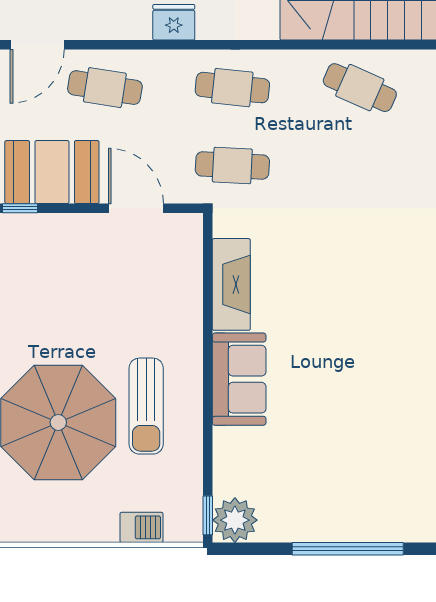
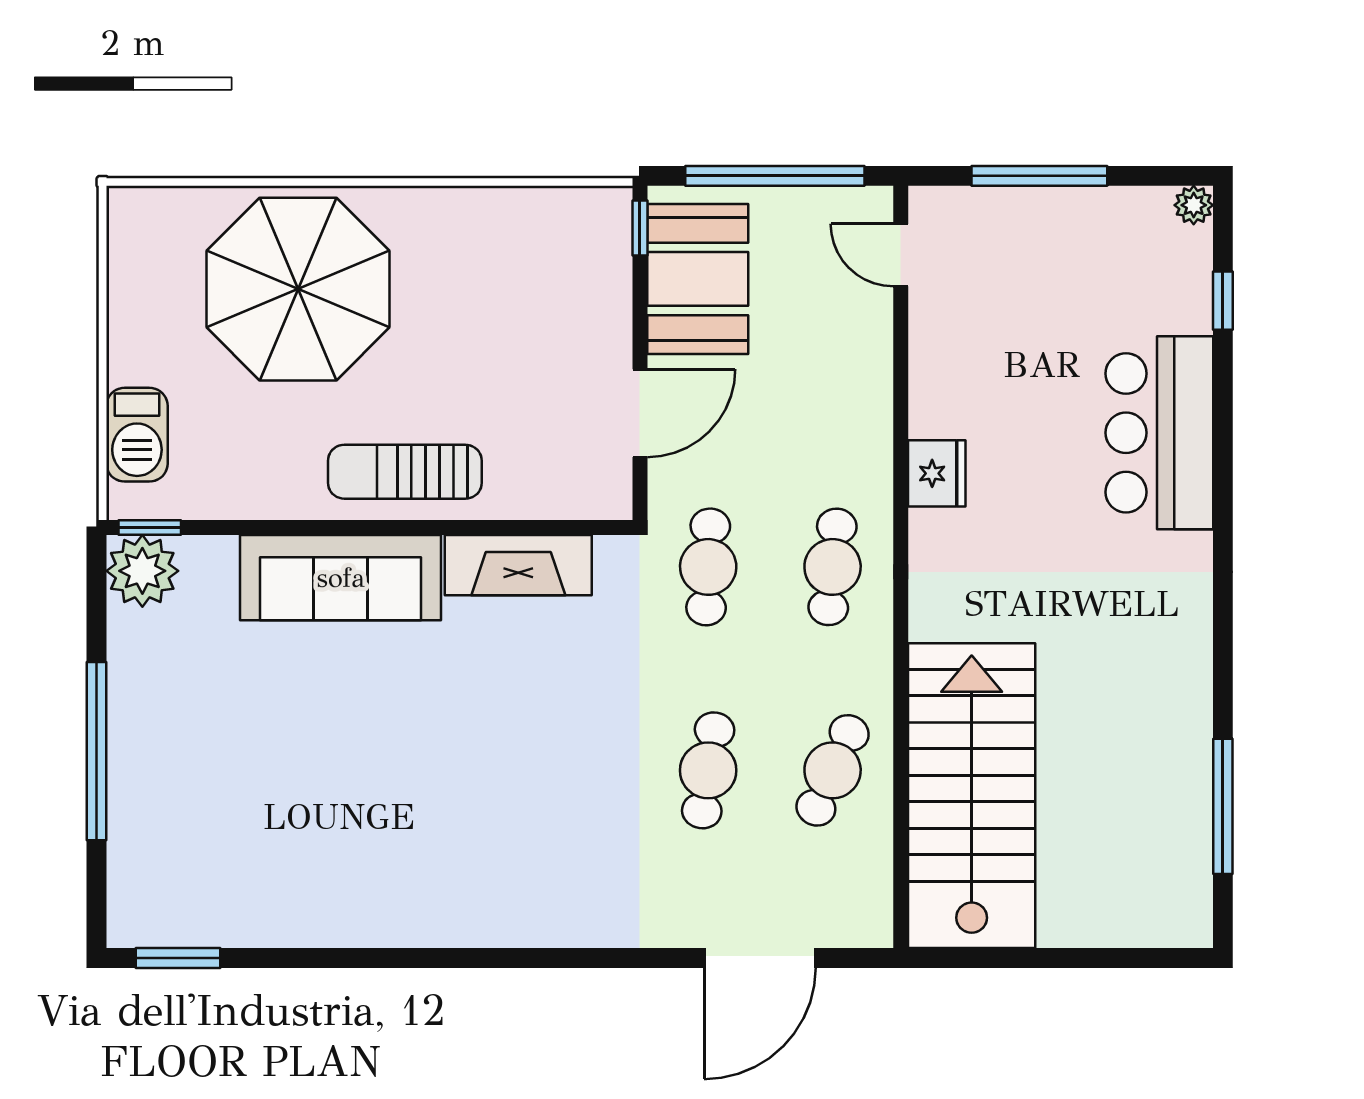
door: (37, 45) -> (901, 255), width x0.73
cafe table: (105, 88) -> (708, 770), moved
sofa: (239, 379) -> (341, 578), width x1.36
sun lounger: (146, 406) -> (405, 472), moved
barbecue: (141, 527) -> (137, 435), width x1.38, depth x1.27

